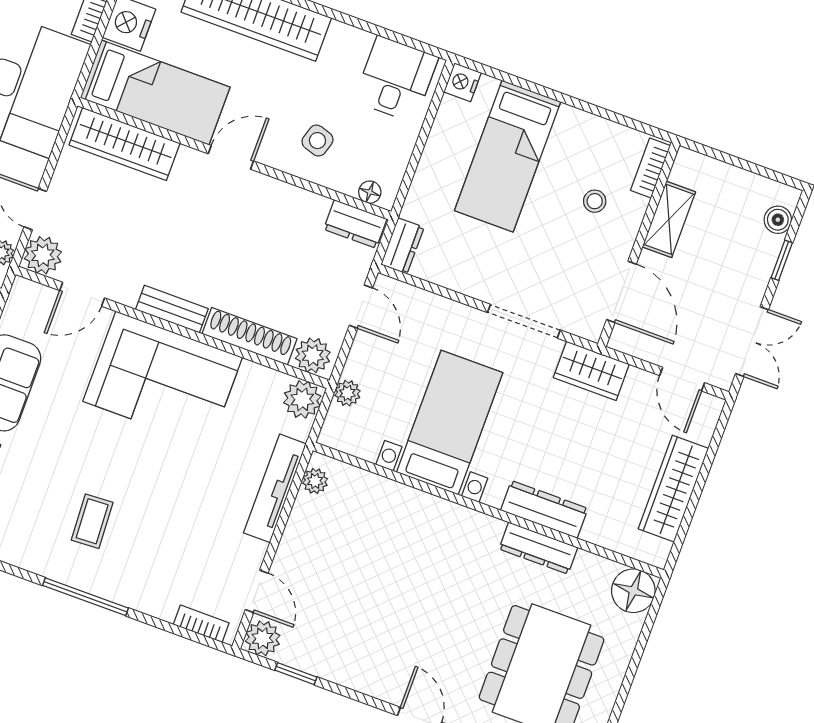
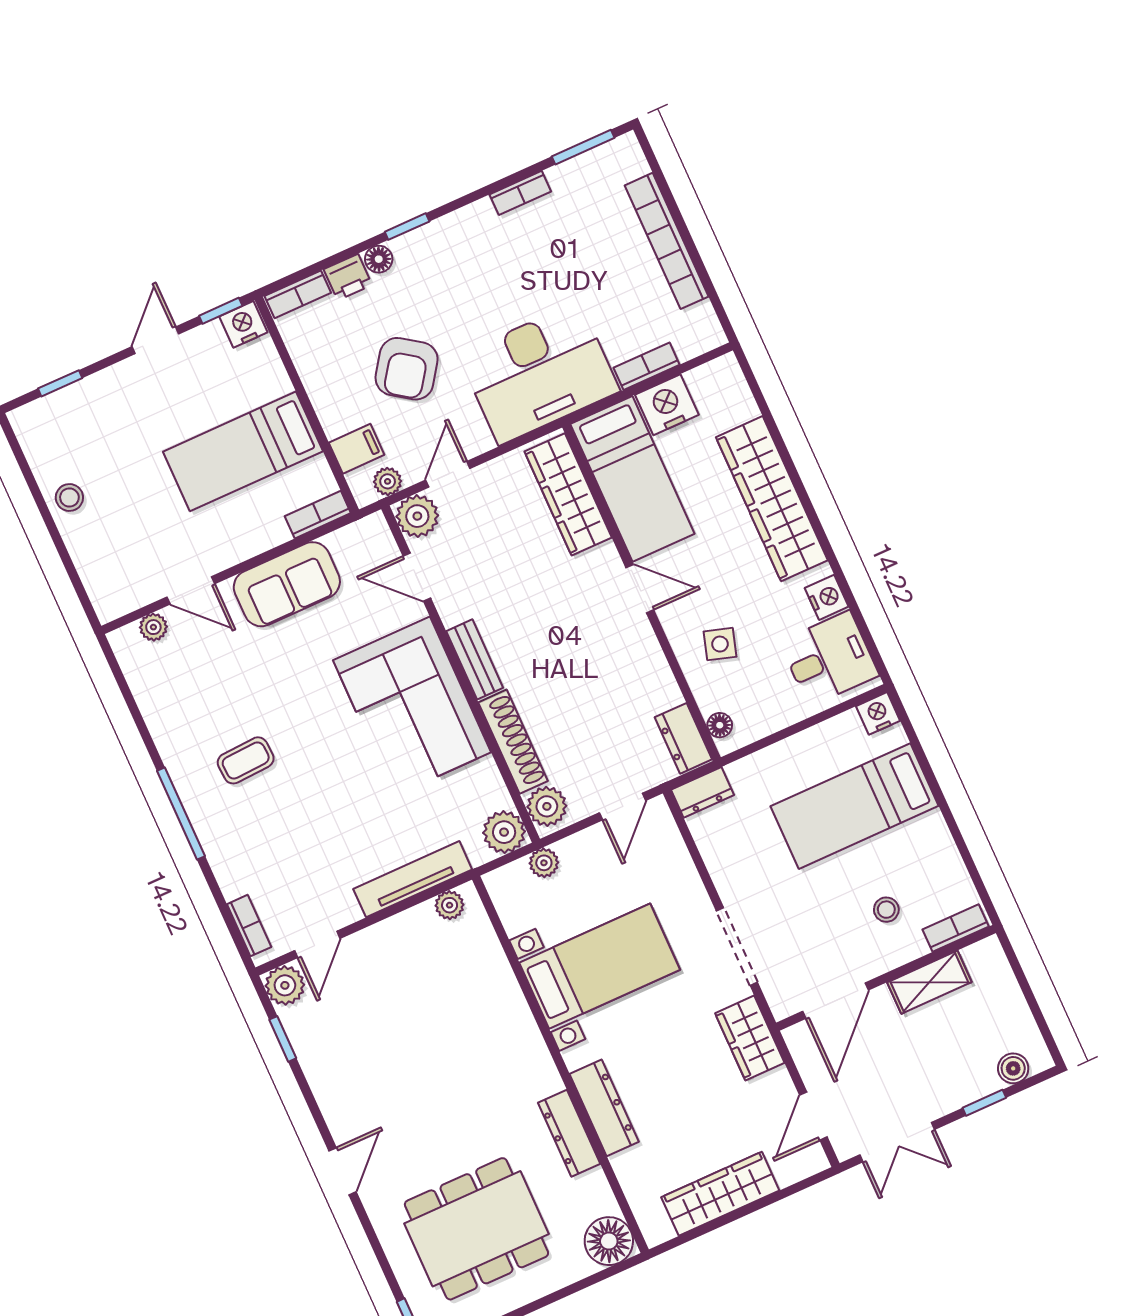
nightstand: (355, 42) -> (827, 597), added

